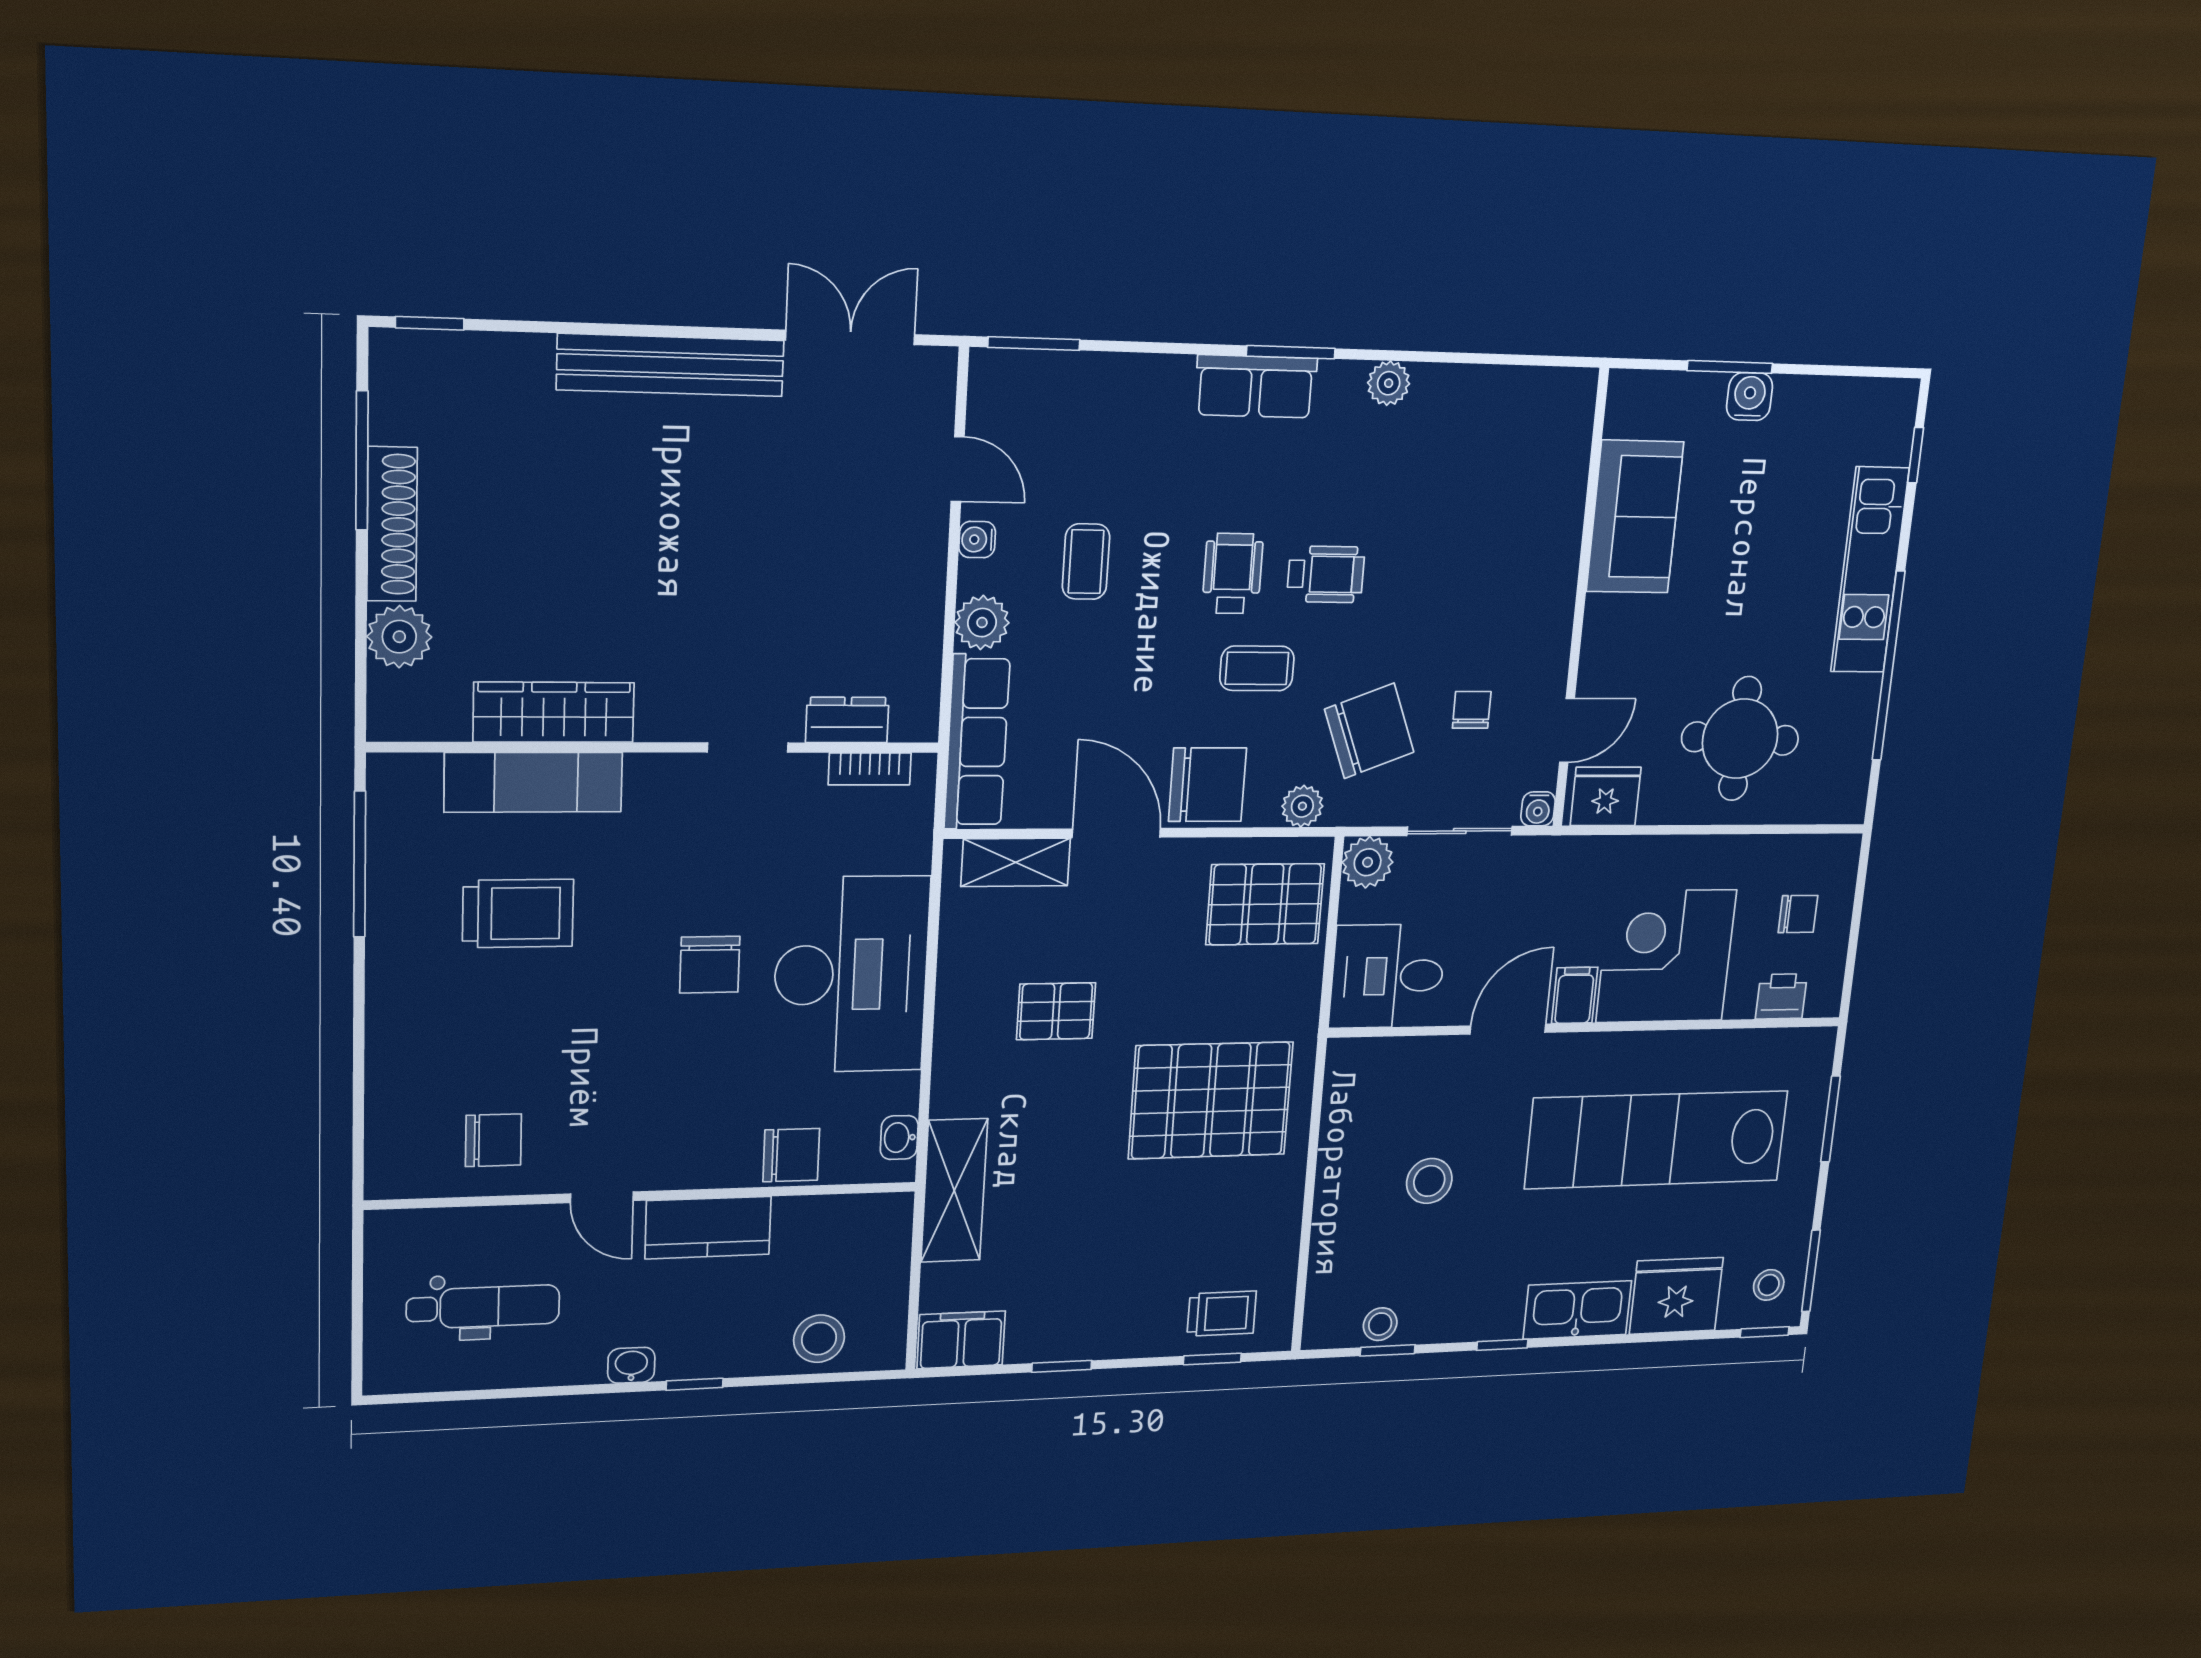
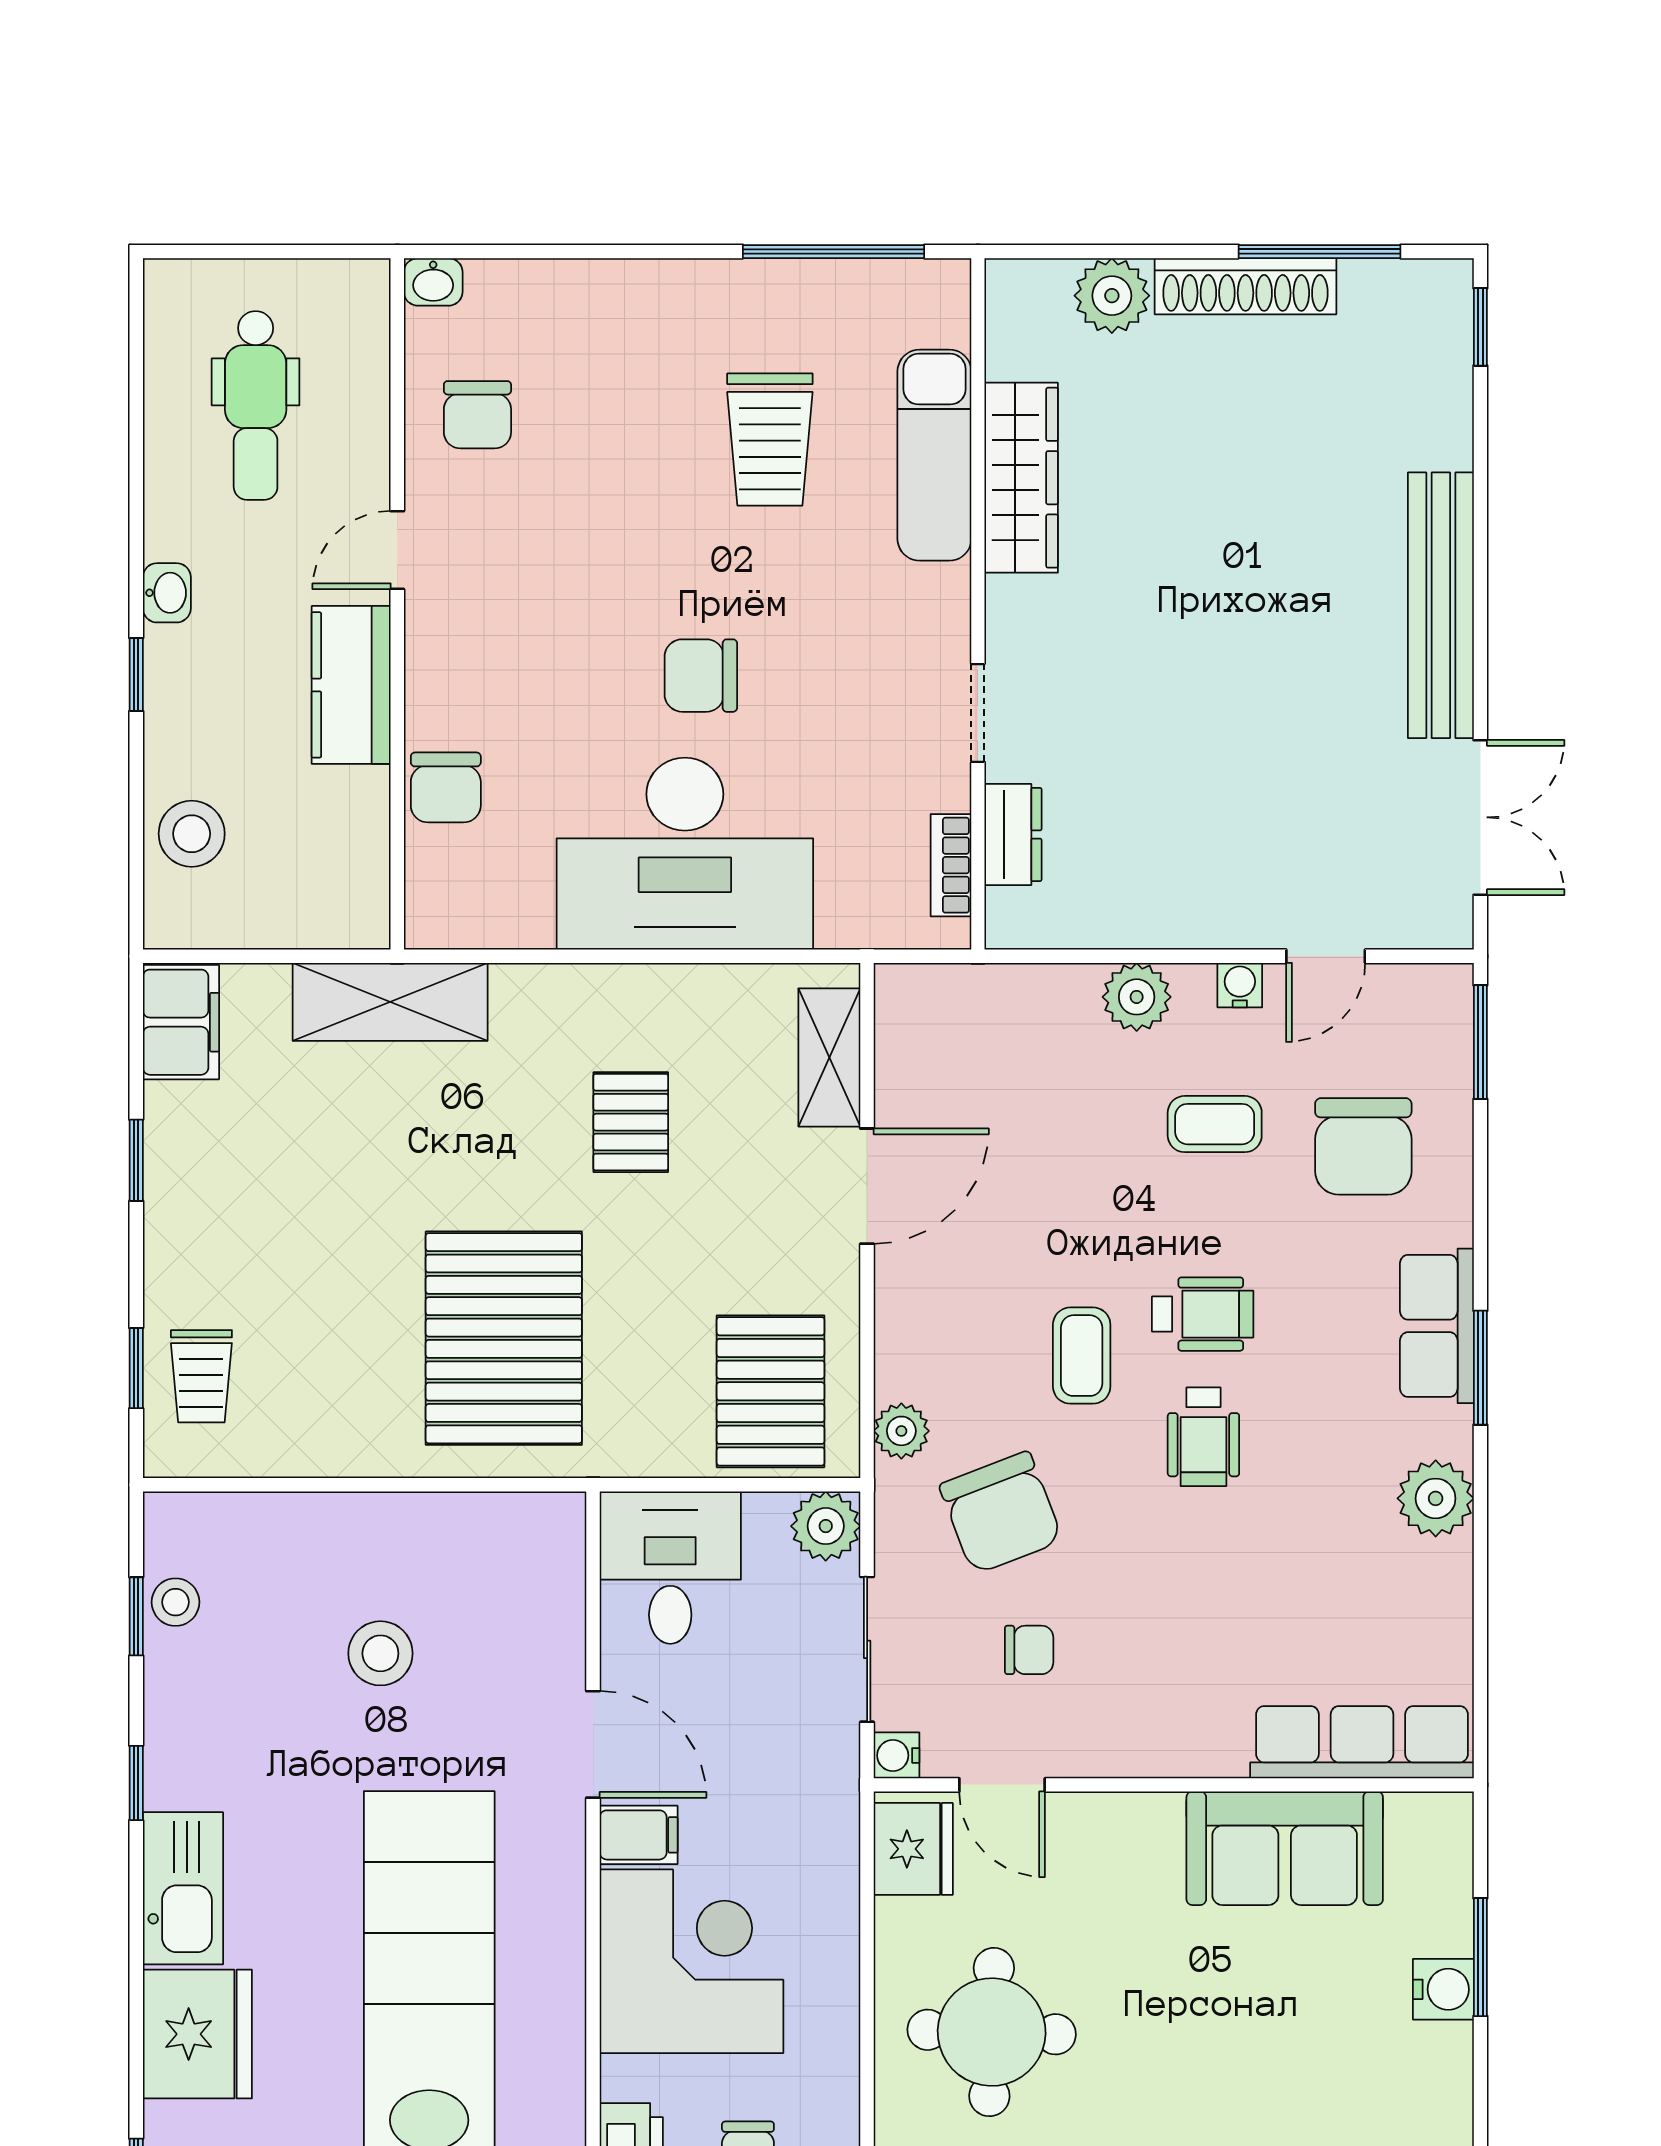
plant: (1389, 383) -> (1436, 1498), width x1.38, depth x1.38
row of seats: (977, 742) -> (1362, 1742), moved, turned 180
chair: (1207, 785) -> (1363, 1146), moved
washbasin: (899, 1137) -> (433, 282), moved, turned 180

